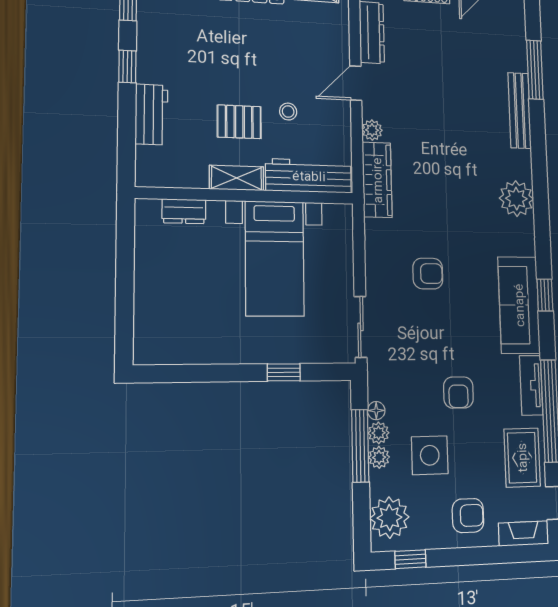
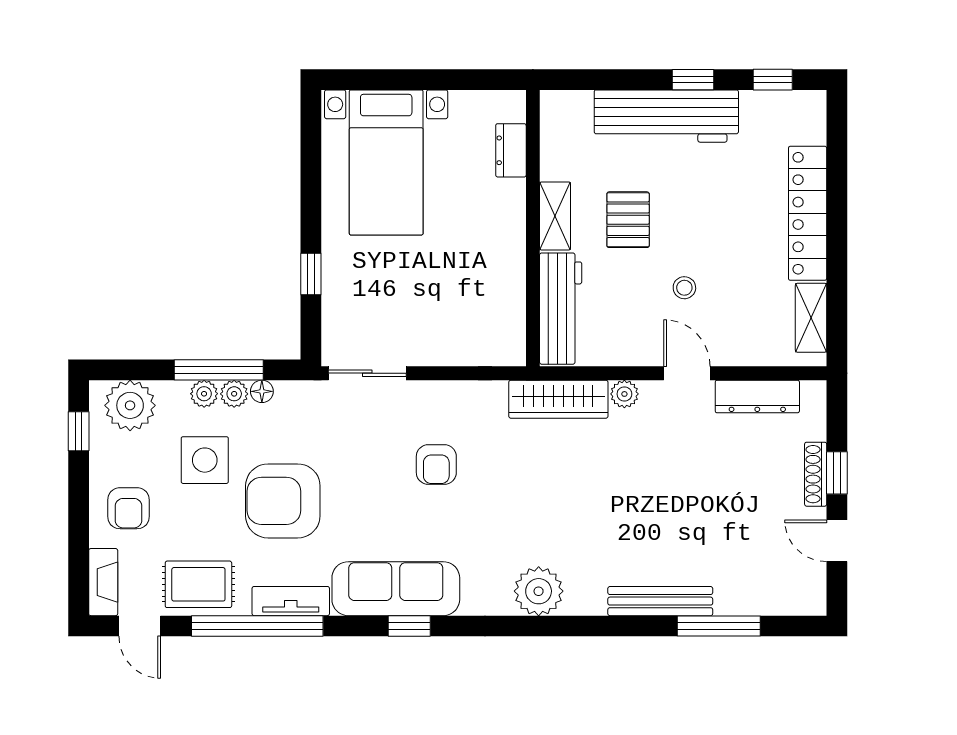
stool: (288, 112) -> (684, 288), moved
workbench: (151, 115) -> (666, 116), width x1.88, depth x1.32
bed with nightstands: (275, 258) -> (386, 162), moved, turned -90
armchair: (458, 393) -> (283, 501), width x1.88, depth x1.88

